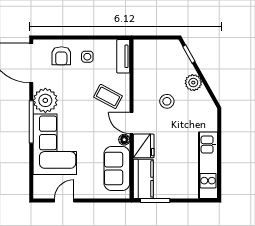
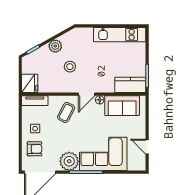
fridge: (144, 146) -> (30, 83), moved, turned 90

